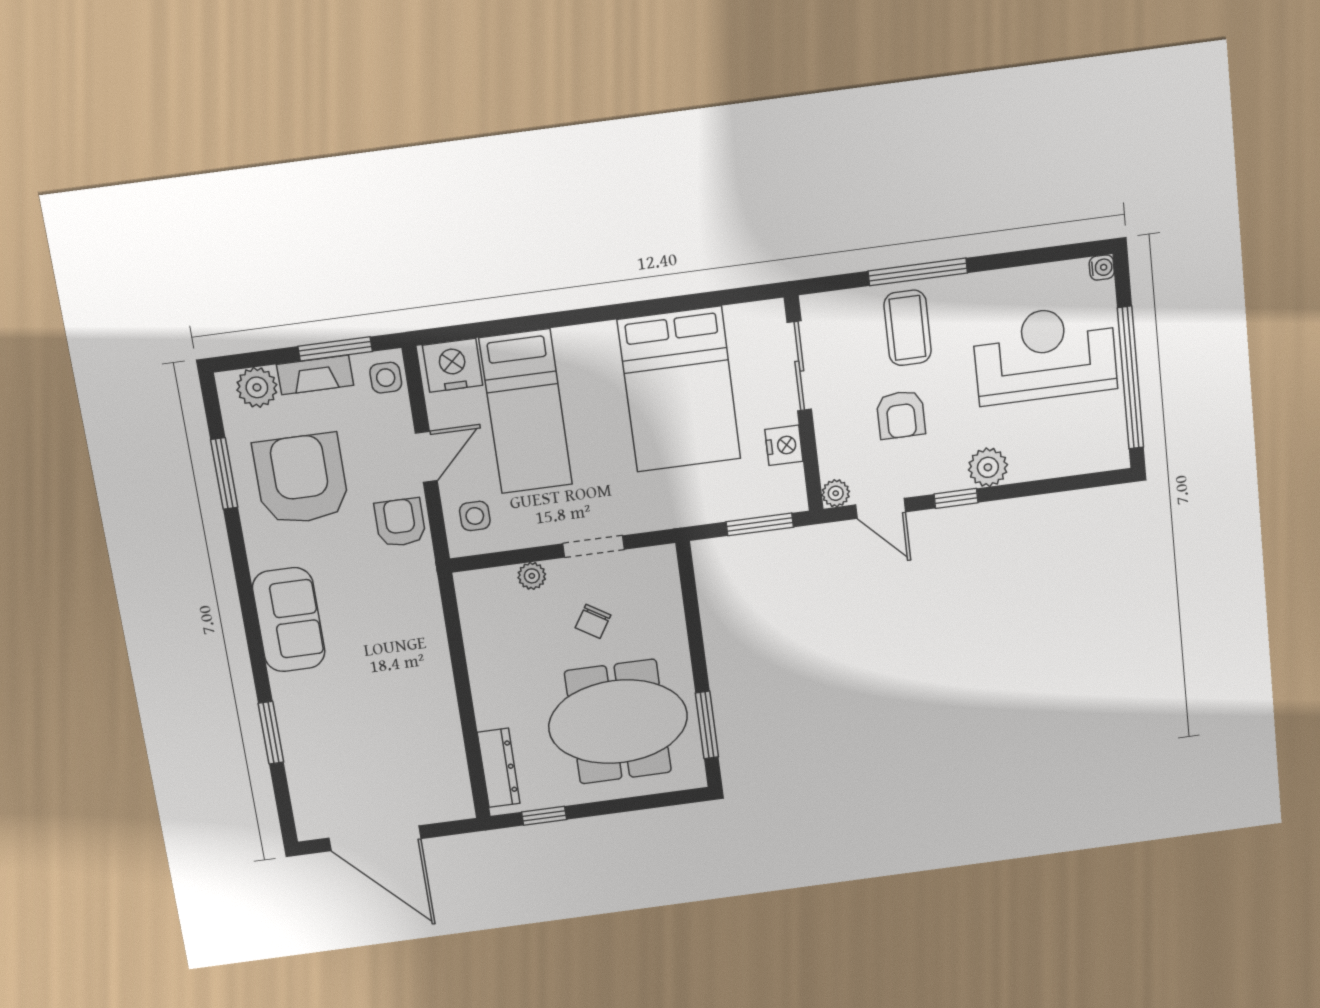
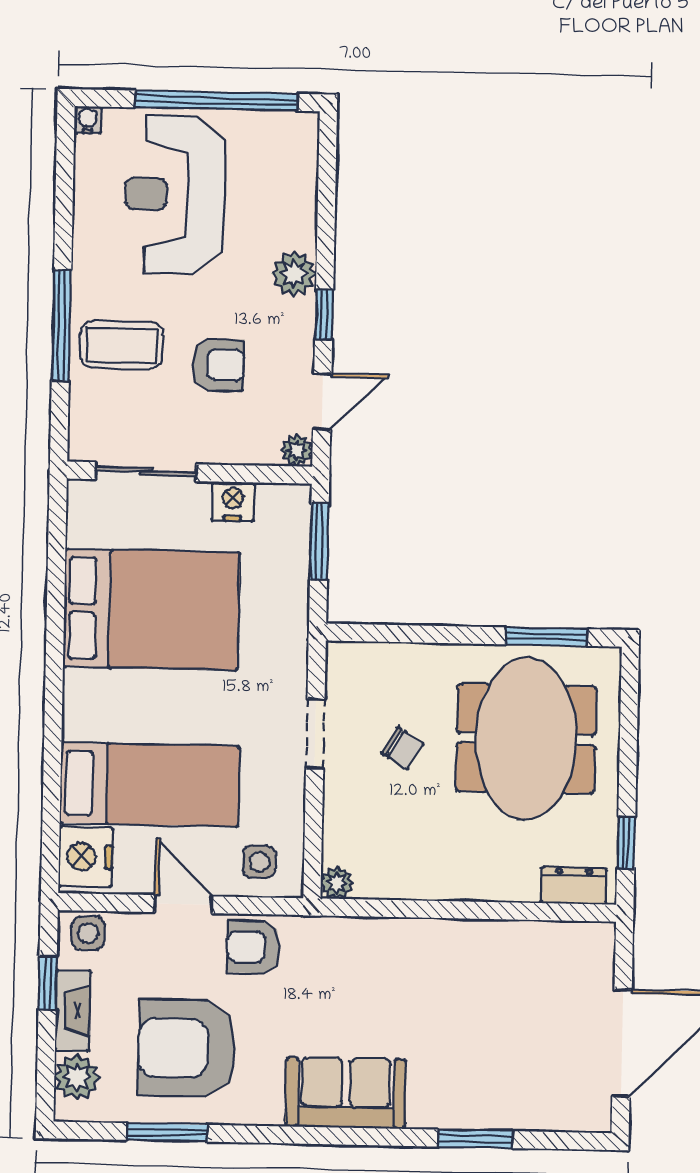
window: (335, 349) -> (48, 983), width x0.67
plant: (532, 576) -> (337, 883), moved
dresser: (499, 768) -> (574, 886), width x0.70

